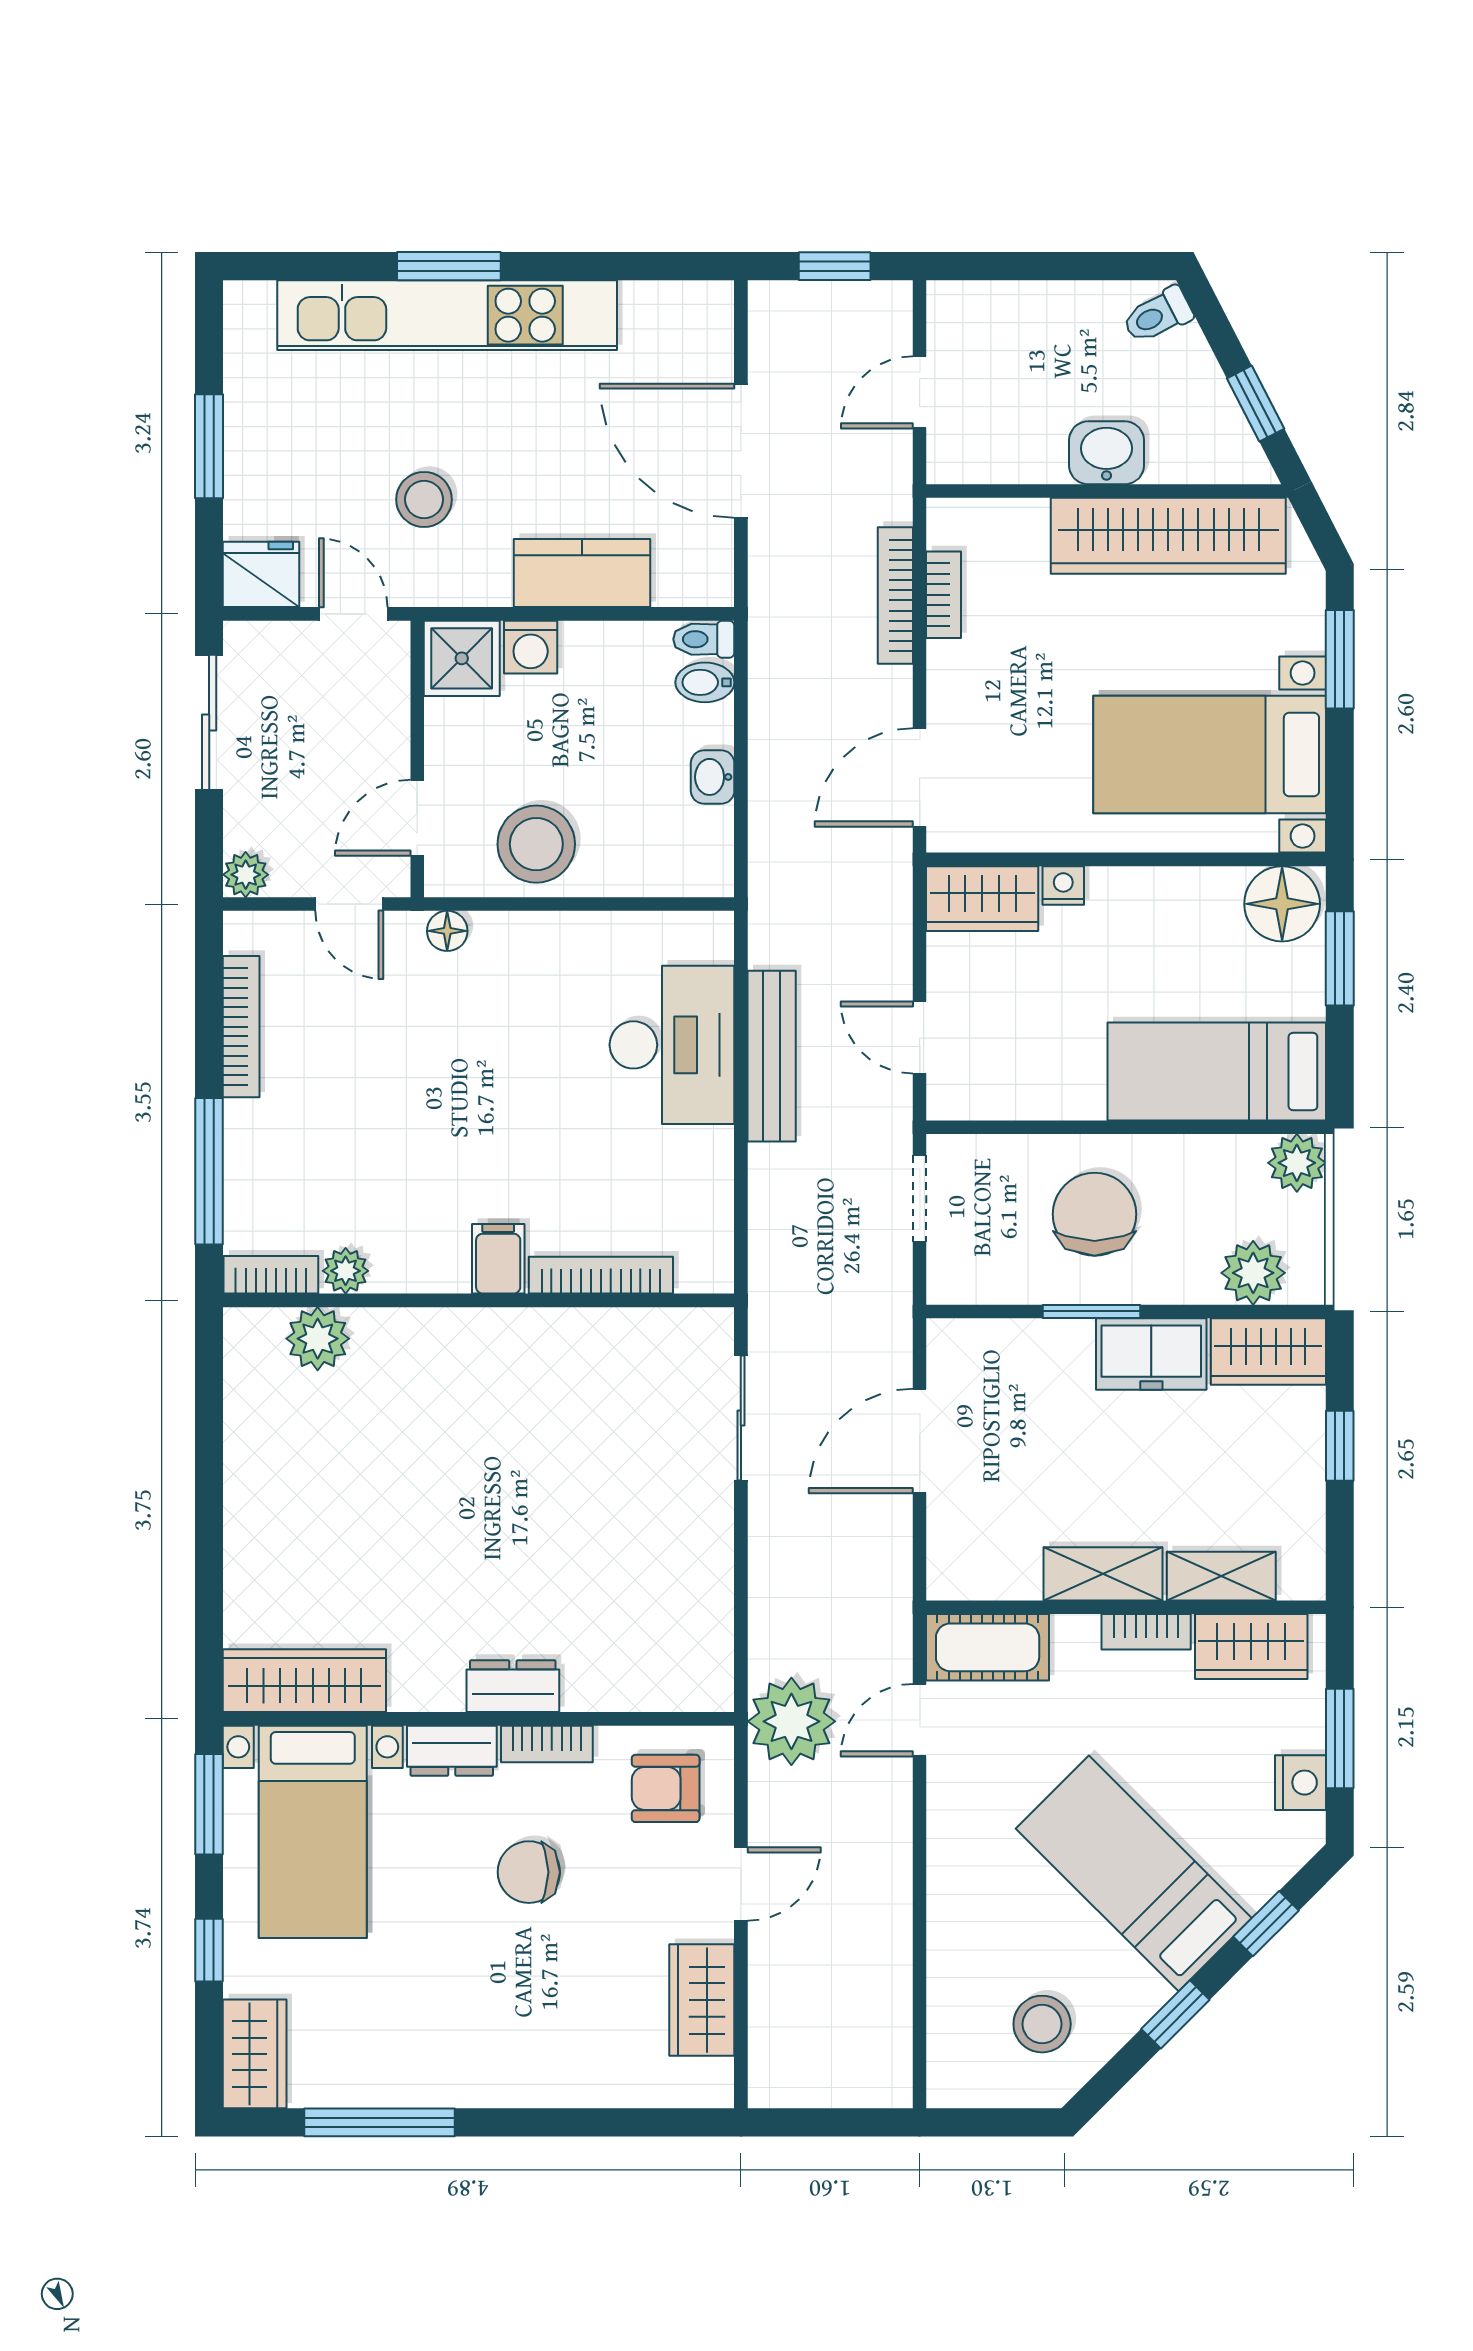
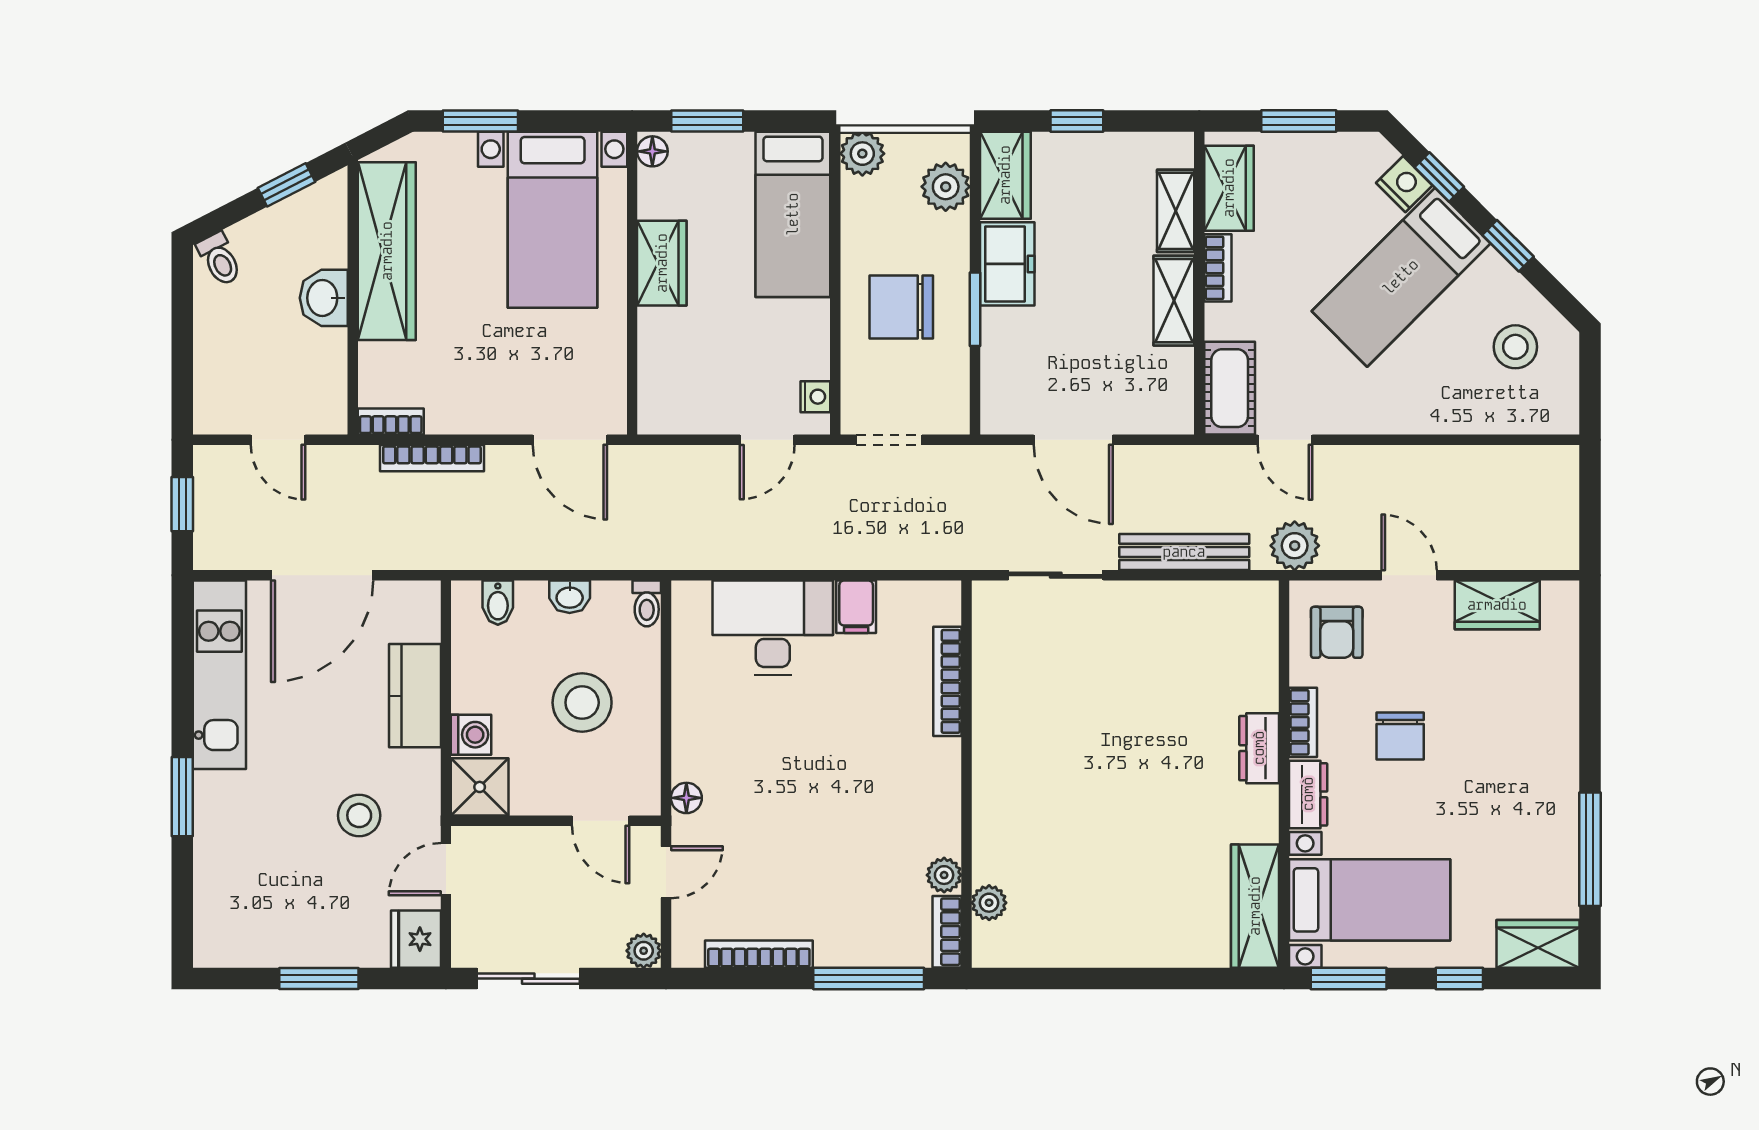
kitchen unit: (447, 315) -> (219, 675), moved, width x0.73
bookcase: (944, 595) -> (391, 421), moved
toilet: (704, 639) -> (647, 603), moved
stool: (536, 844) -> (582, 703), moved
nightstand: (1063, 886) -> (815, 397), moved, turned 180
wardrobe: (982, 899) -> (662, 263), moved
floor lamp: (1282, 904) -> (652, 151), width x0.53, depth x0.53
bench: (772, 1056) -> (1184, 552), moved
filing cabinet: (498, 1259) -> (856, 607), moved, turned -90
plant: (318, 1339) -> (989, 903), width x0.73, depth x0.73
plant: (791, 1721) -> (1295, 546), width x0.73, depth x0.73
nightstand: (1301, 1783) -> (1404, 184), moved, turned 45

